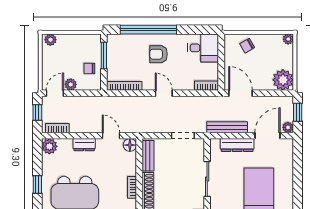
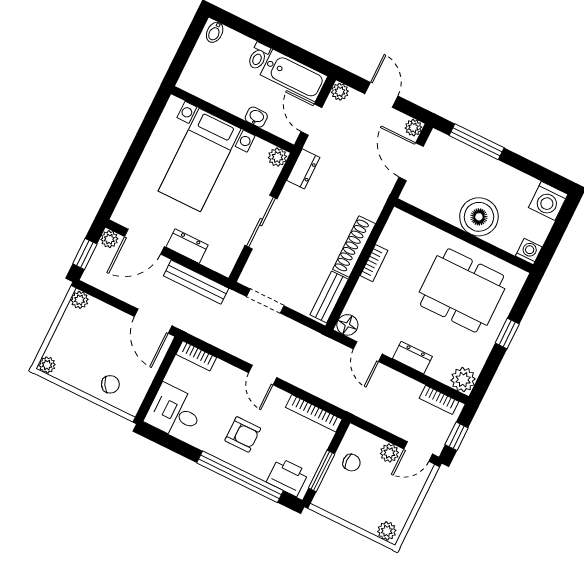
printer: (121, 43) -> (288, 477), added
plant: (283, 80) -> (80, 300), width x0.53, depth x0.53
dresser: (237, 145) -> (187, 246), width x0.70

